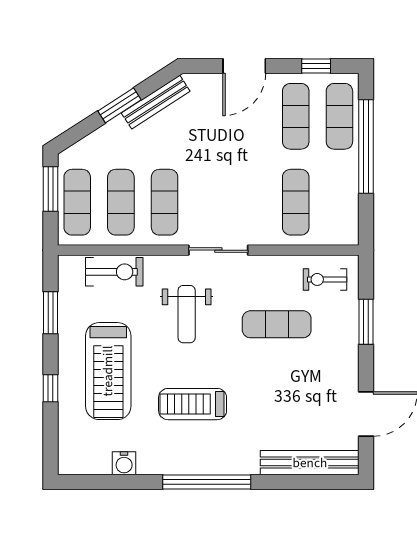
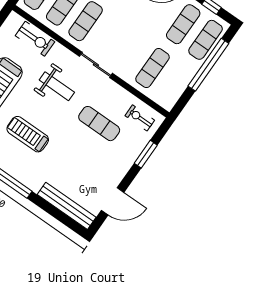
weight bench: (187, 314) -> (57, 86), turned -90

